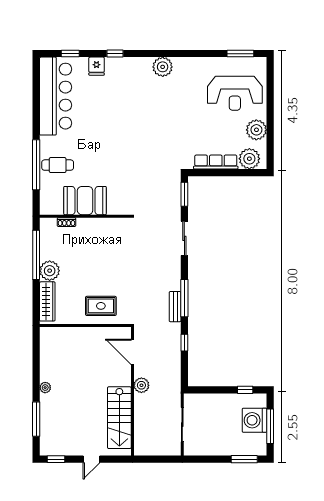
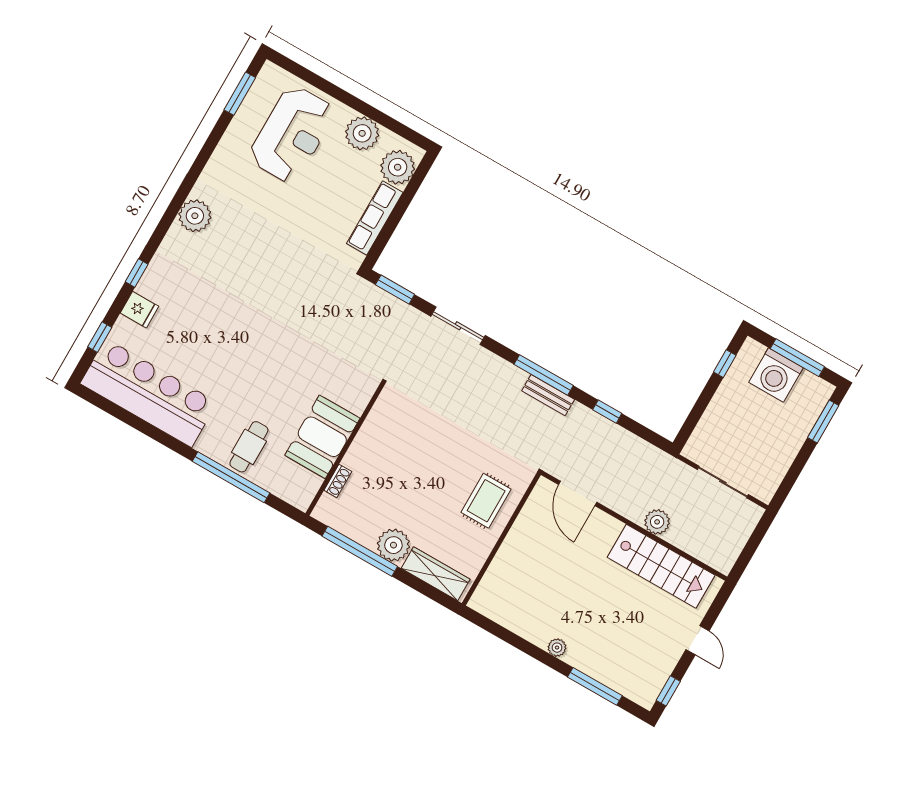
door: (132, 352) -> (578, 493), hinge flipped
plant: (141, 385) -> (657, 522), moved

